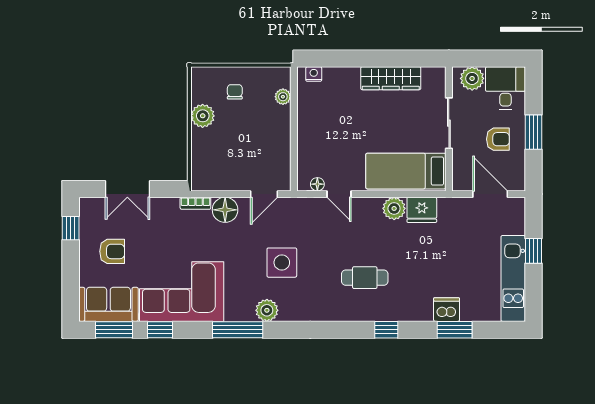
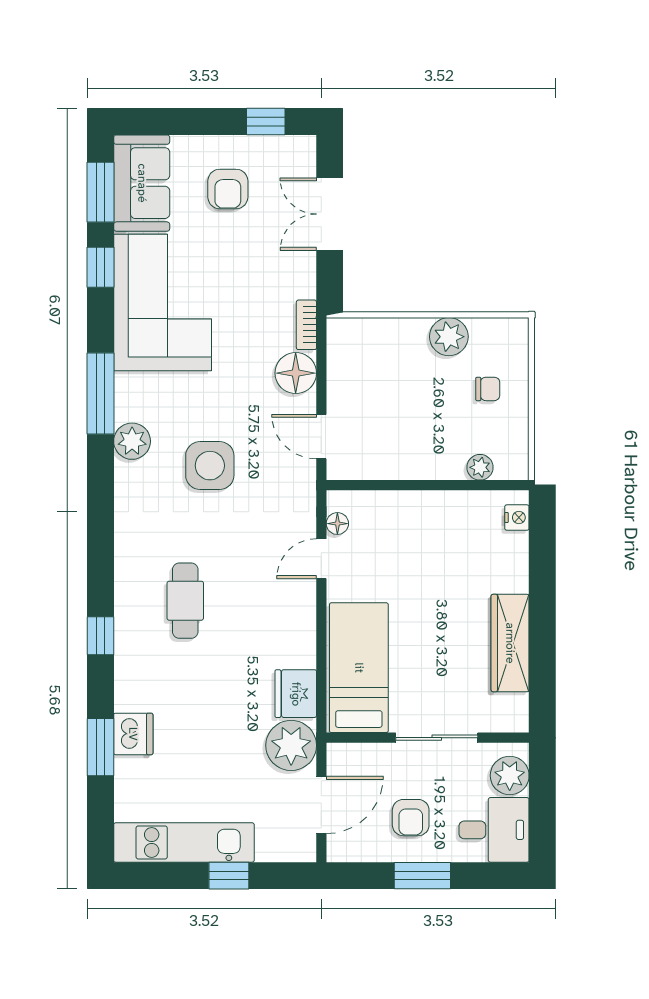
plant: (394, 208) -> (291, 745), moved, width x1.36, depth x1.36

